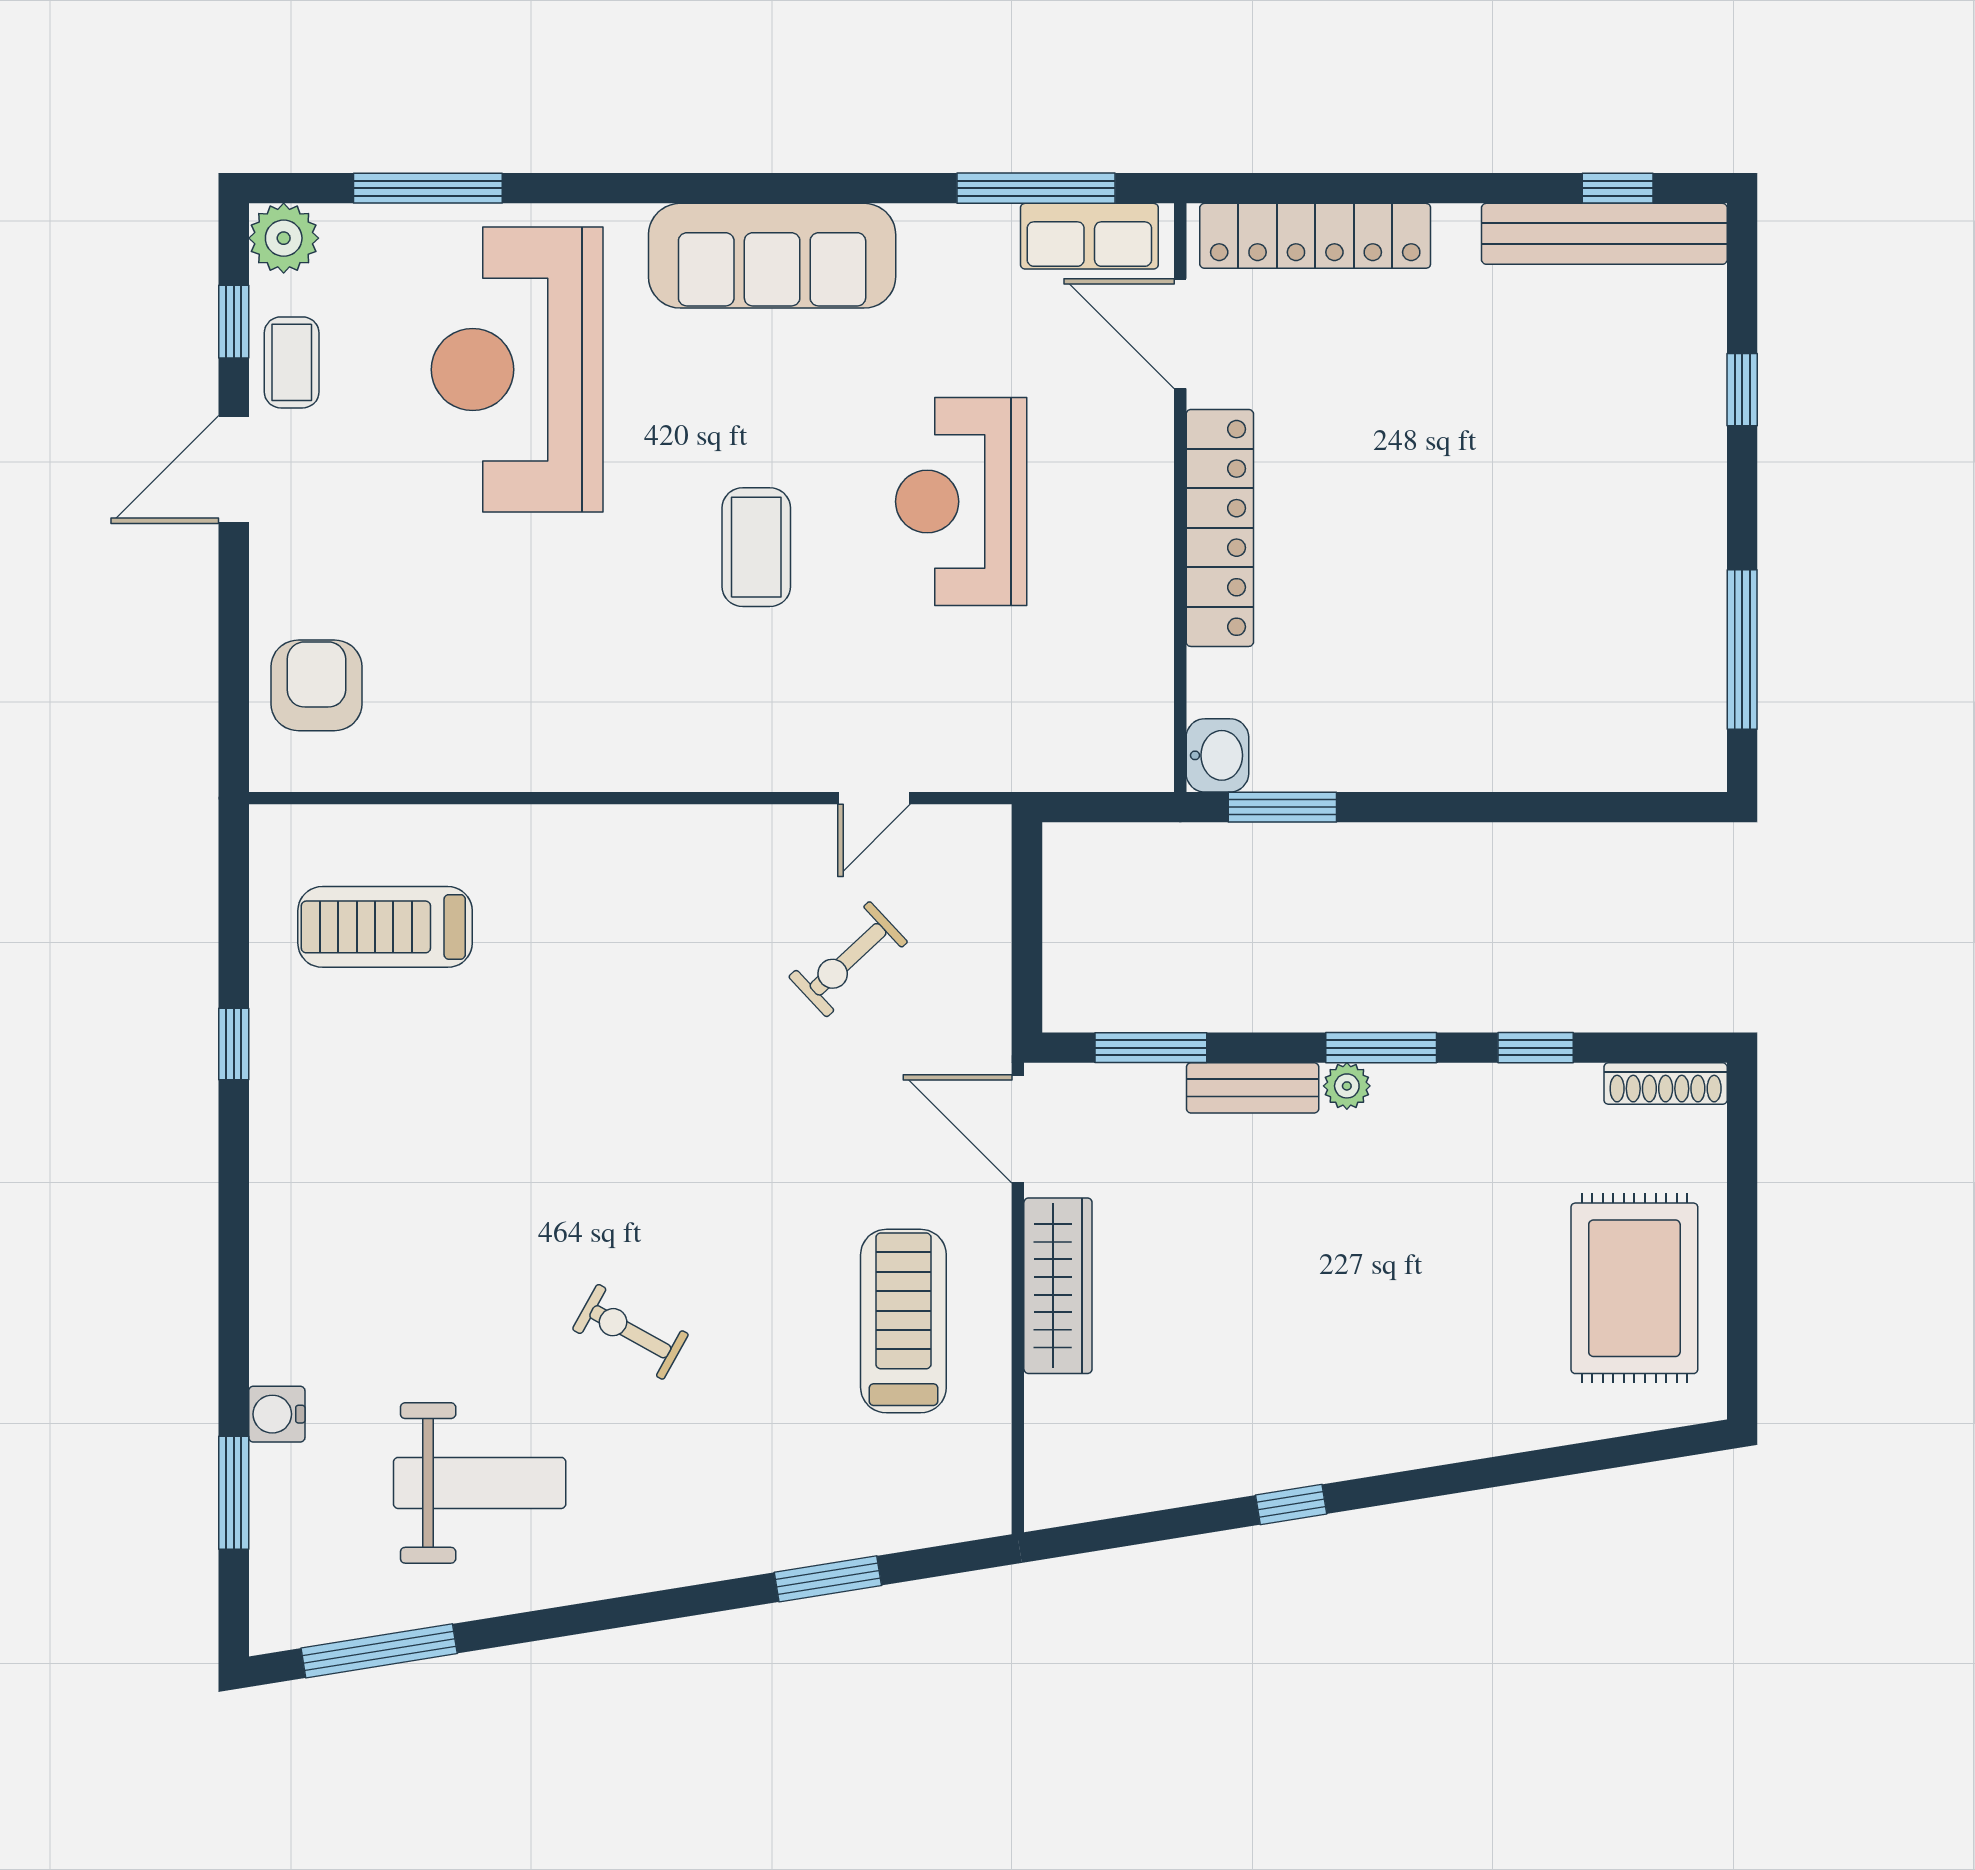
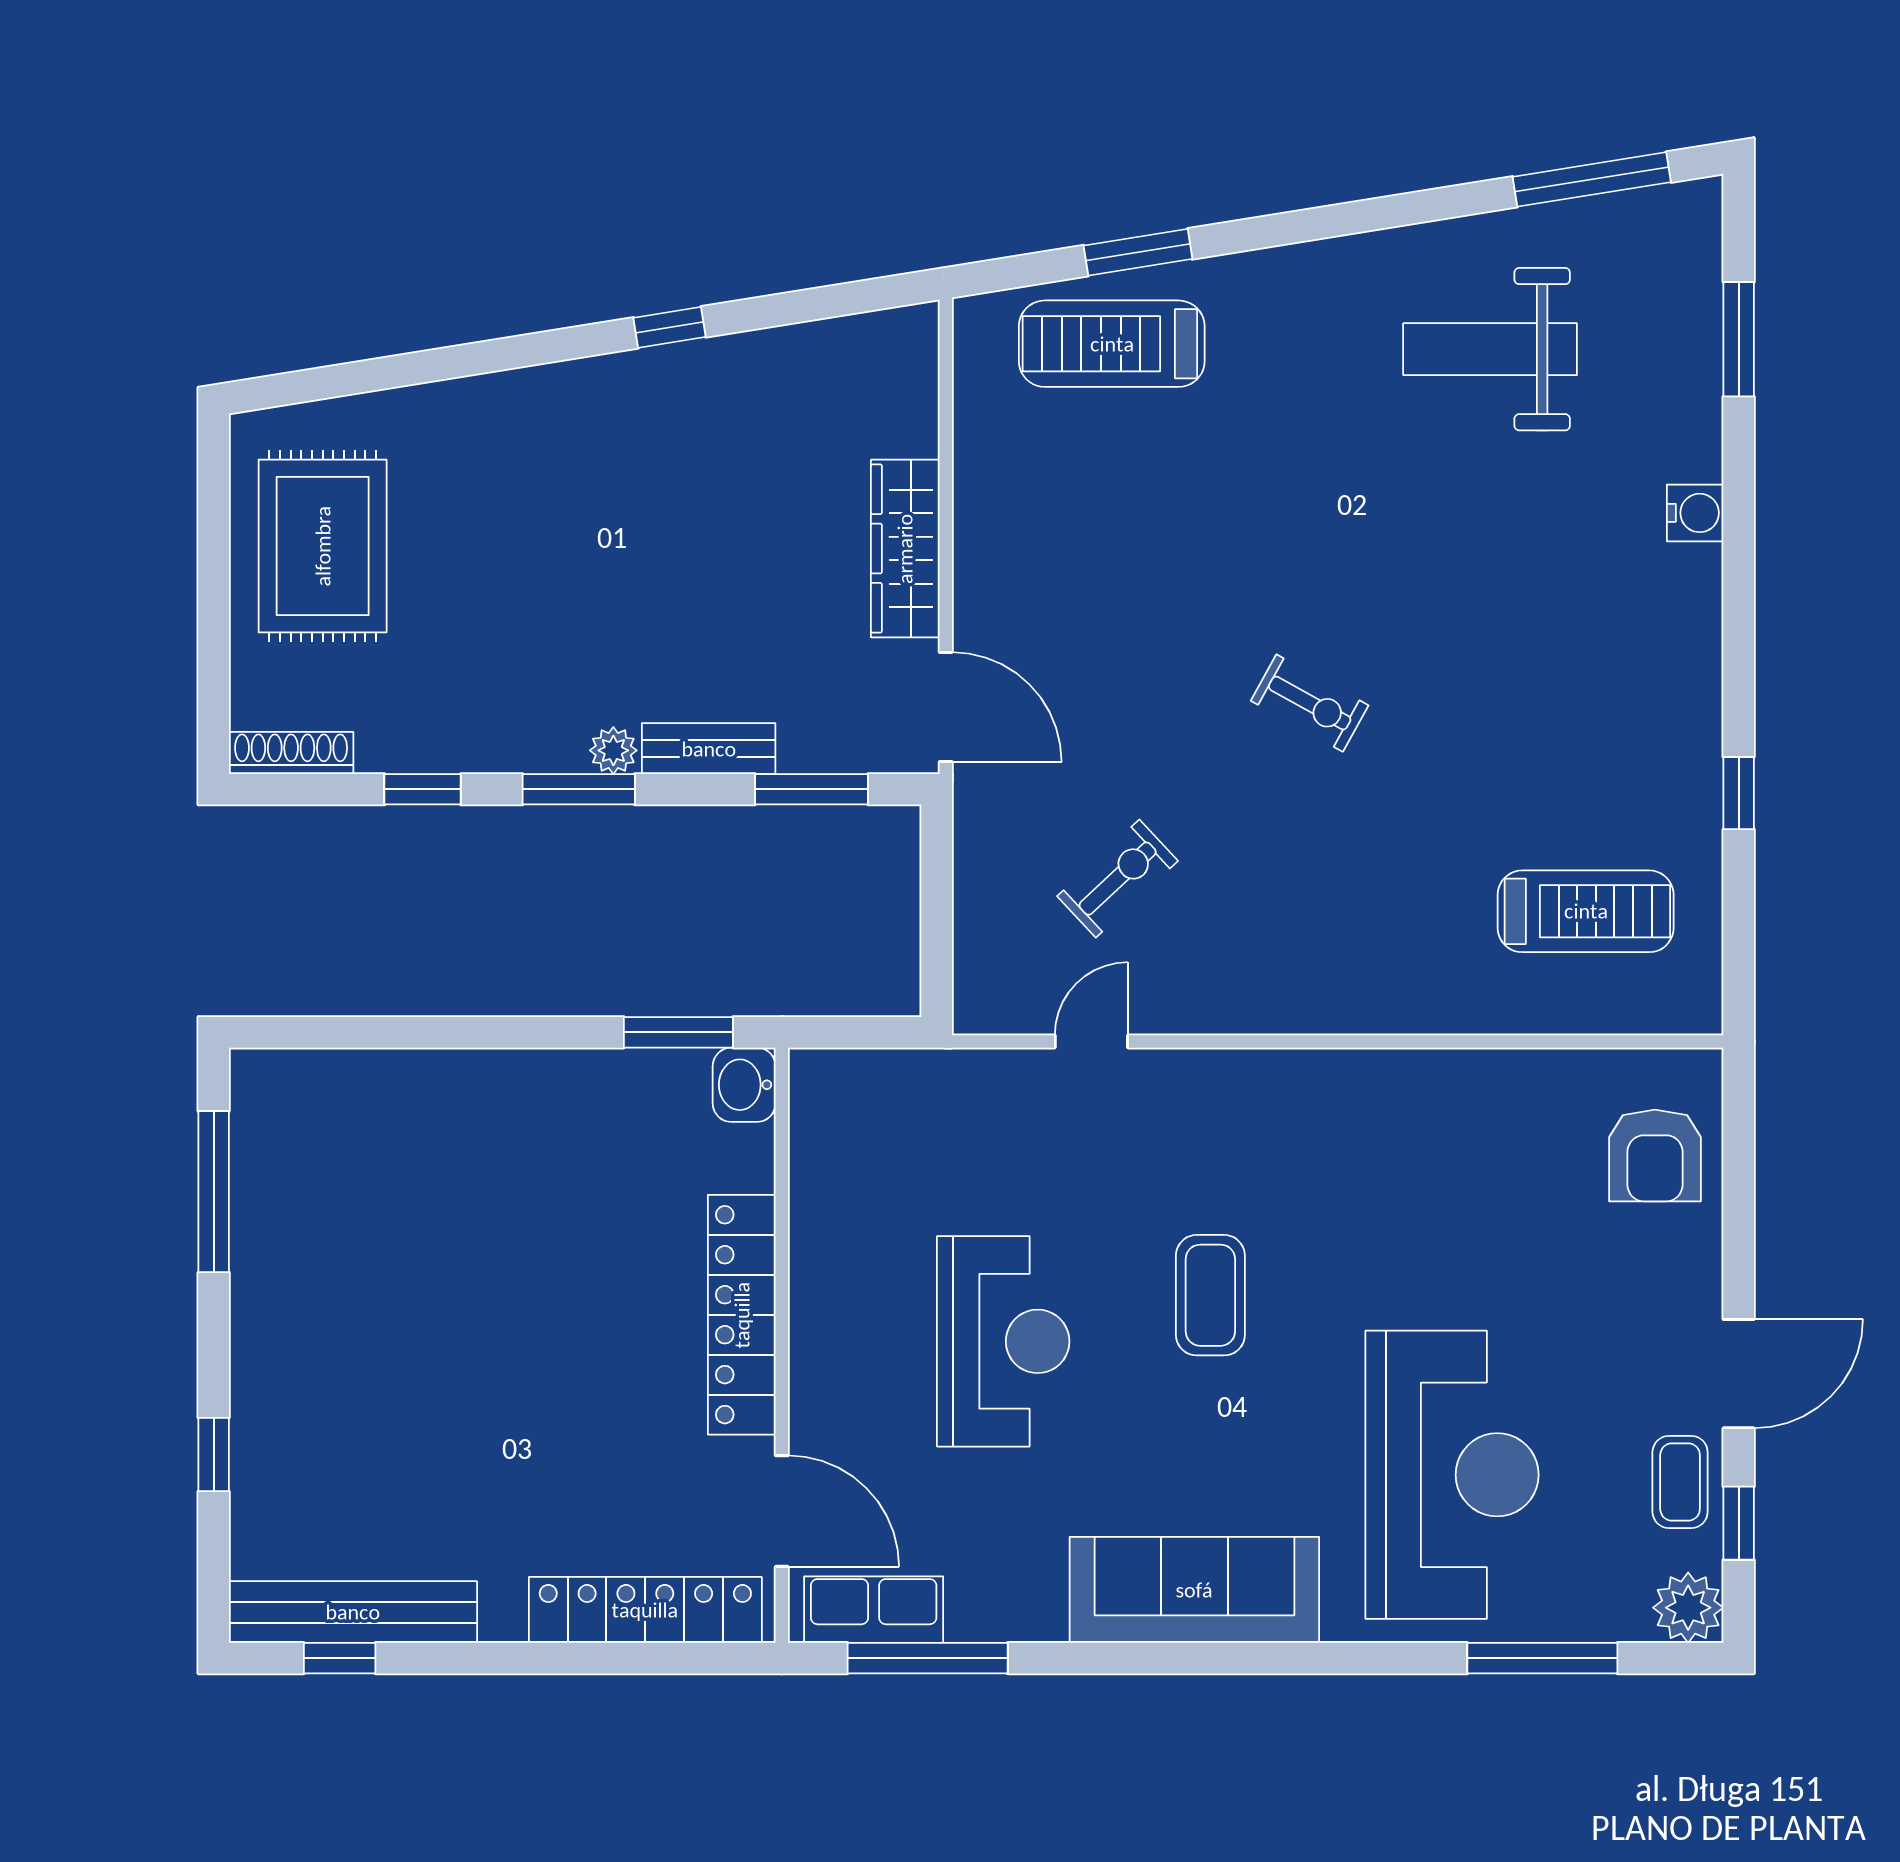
treadmill: (903, 1321) -> (1112, 344), moved, turned 90
exercise bike: (630, 1332) -> (1310, 703), moved
water cooler: (277, 1414) -> (1695, 513), moved

